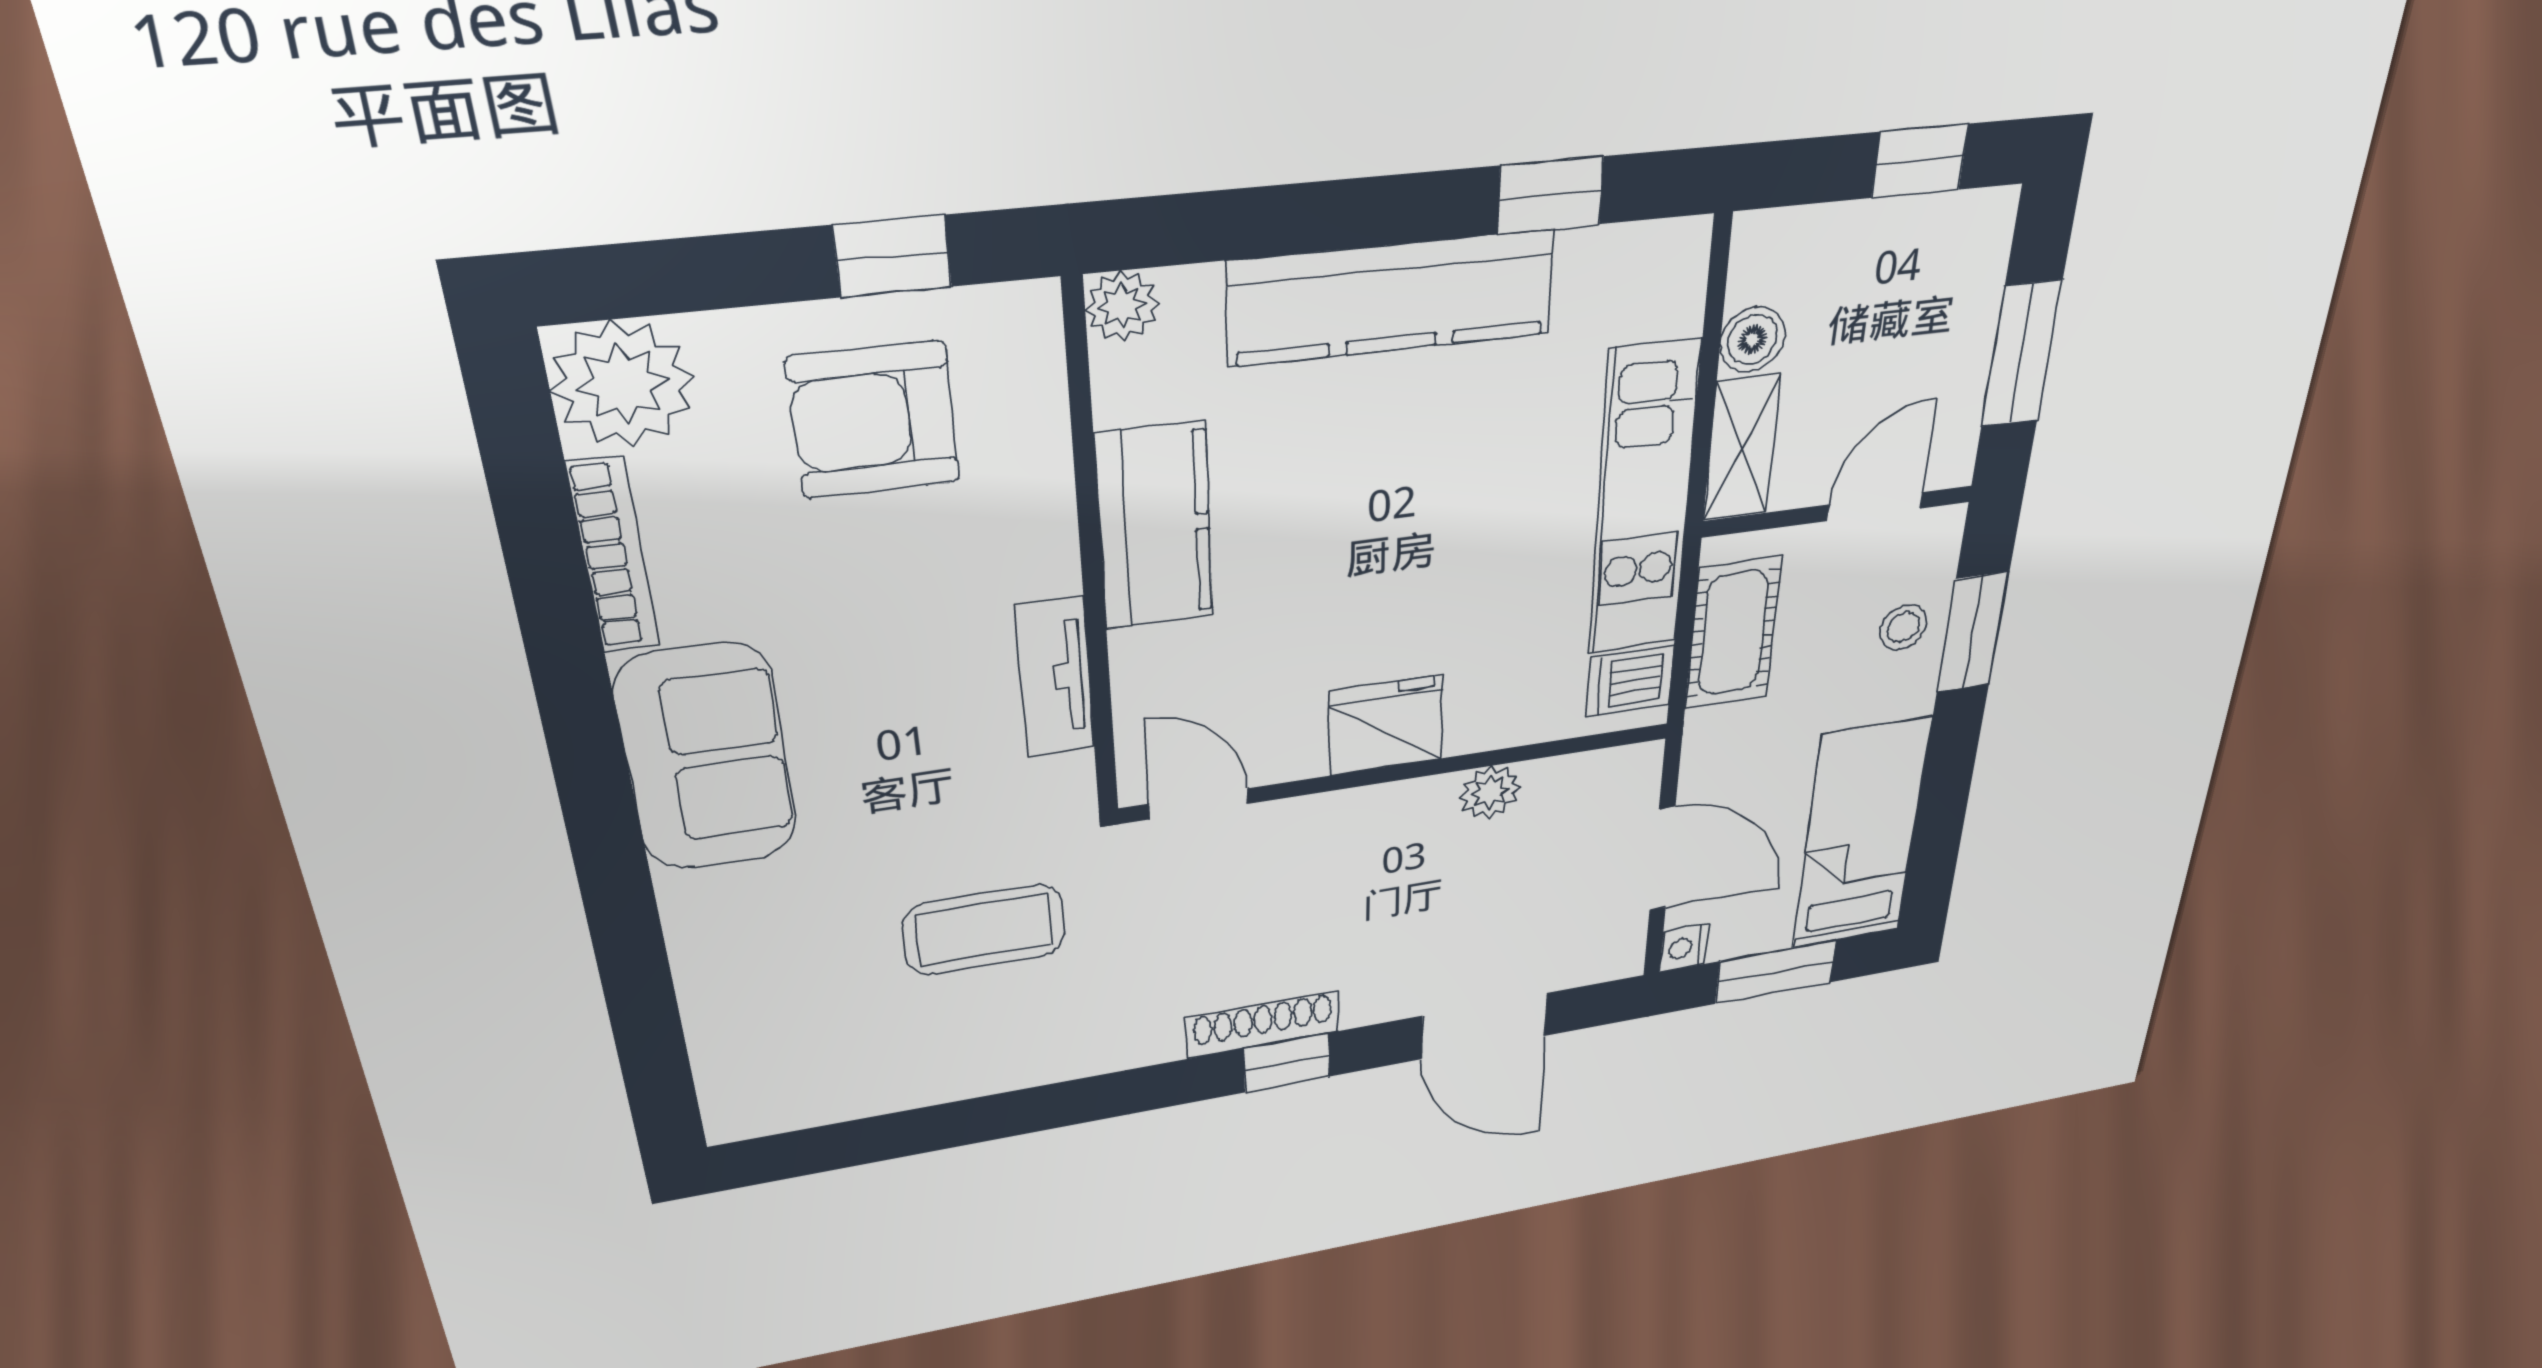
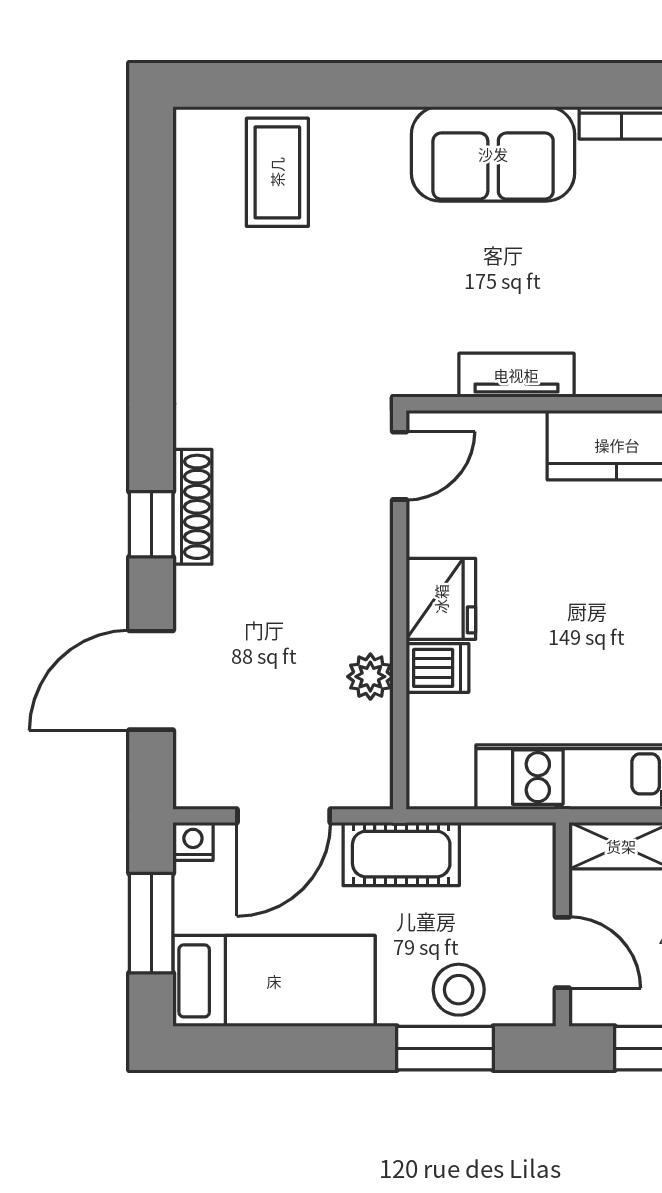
stool: (1903, 627) -> (459, 990), width x1.37, depth x1.37
cot: (1733, 633) -> (401, 854), moved
dishwasher: (1630, 681) -> (437, 668), moved, turned 90
coffee table: (984, 930) -> (277, 172), moved

